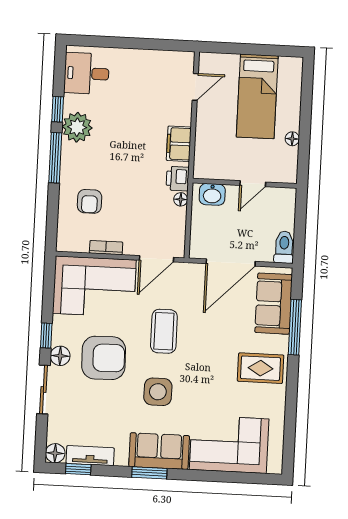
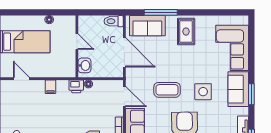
filing cabinet: (179, 144) -> (50, 87), width x0.50

